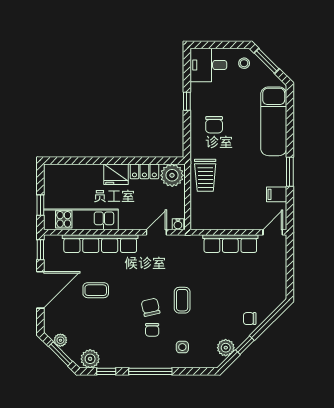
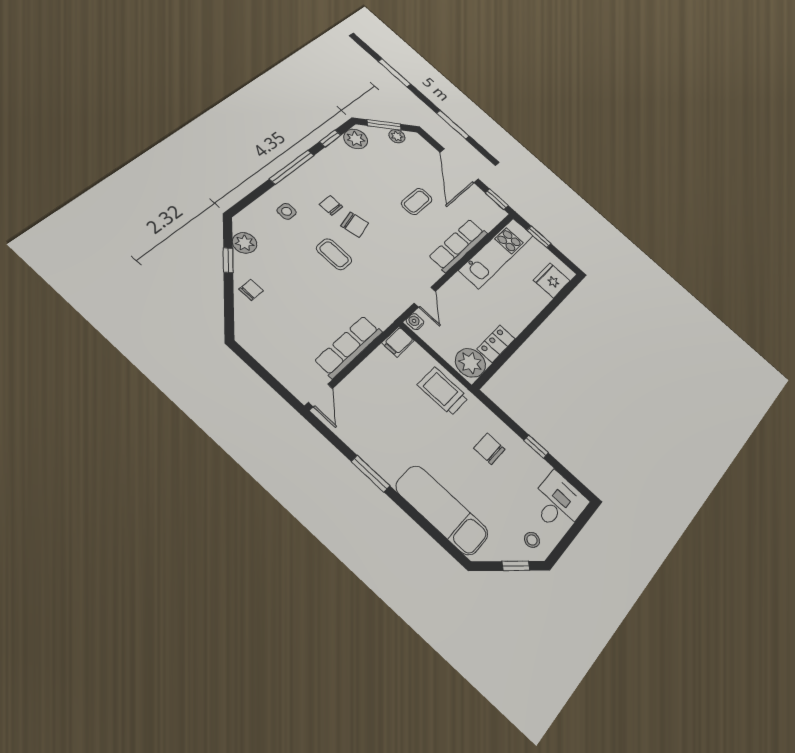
window: (267, 61) -> (516, 566), width x0.67
fridge: (116, 174) -> (552, 280), moved
filing cabinet: (277, 194) -> (398, 342), moved, turned 180
row of seats: (100, 244) -> (458, 245), width x0.73

